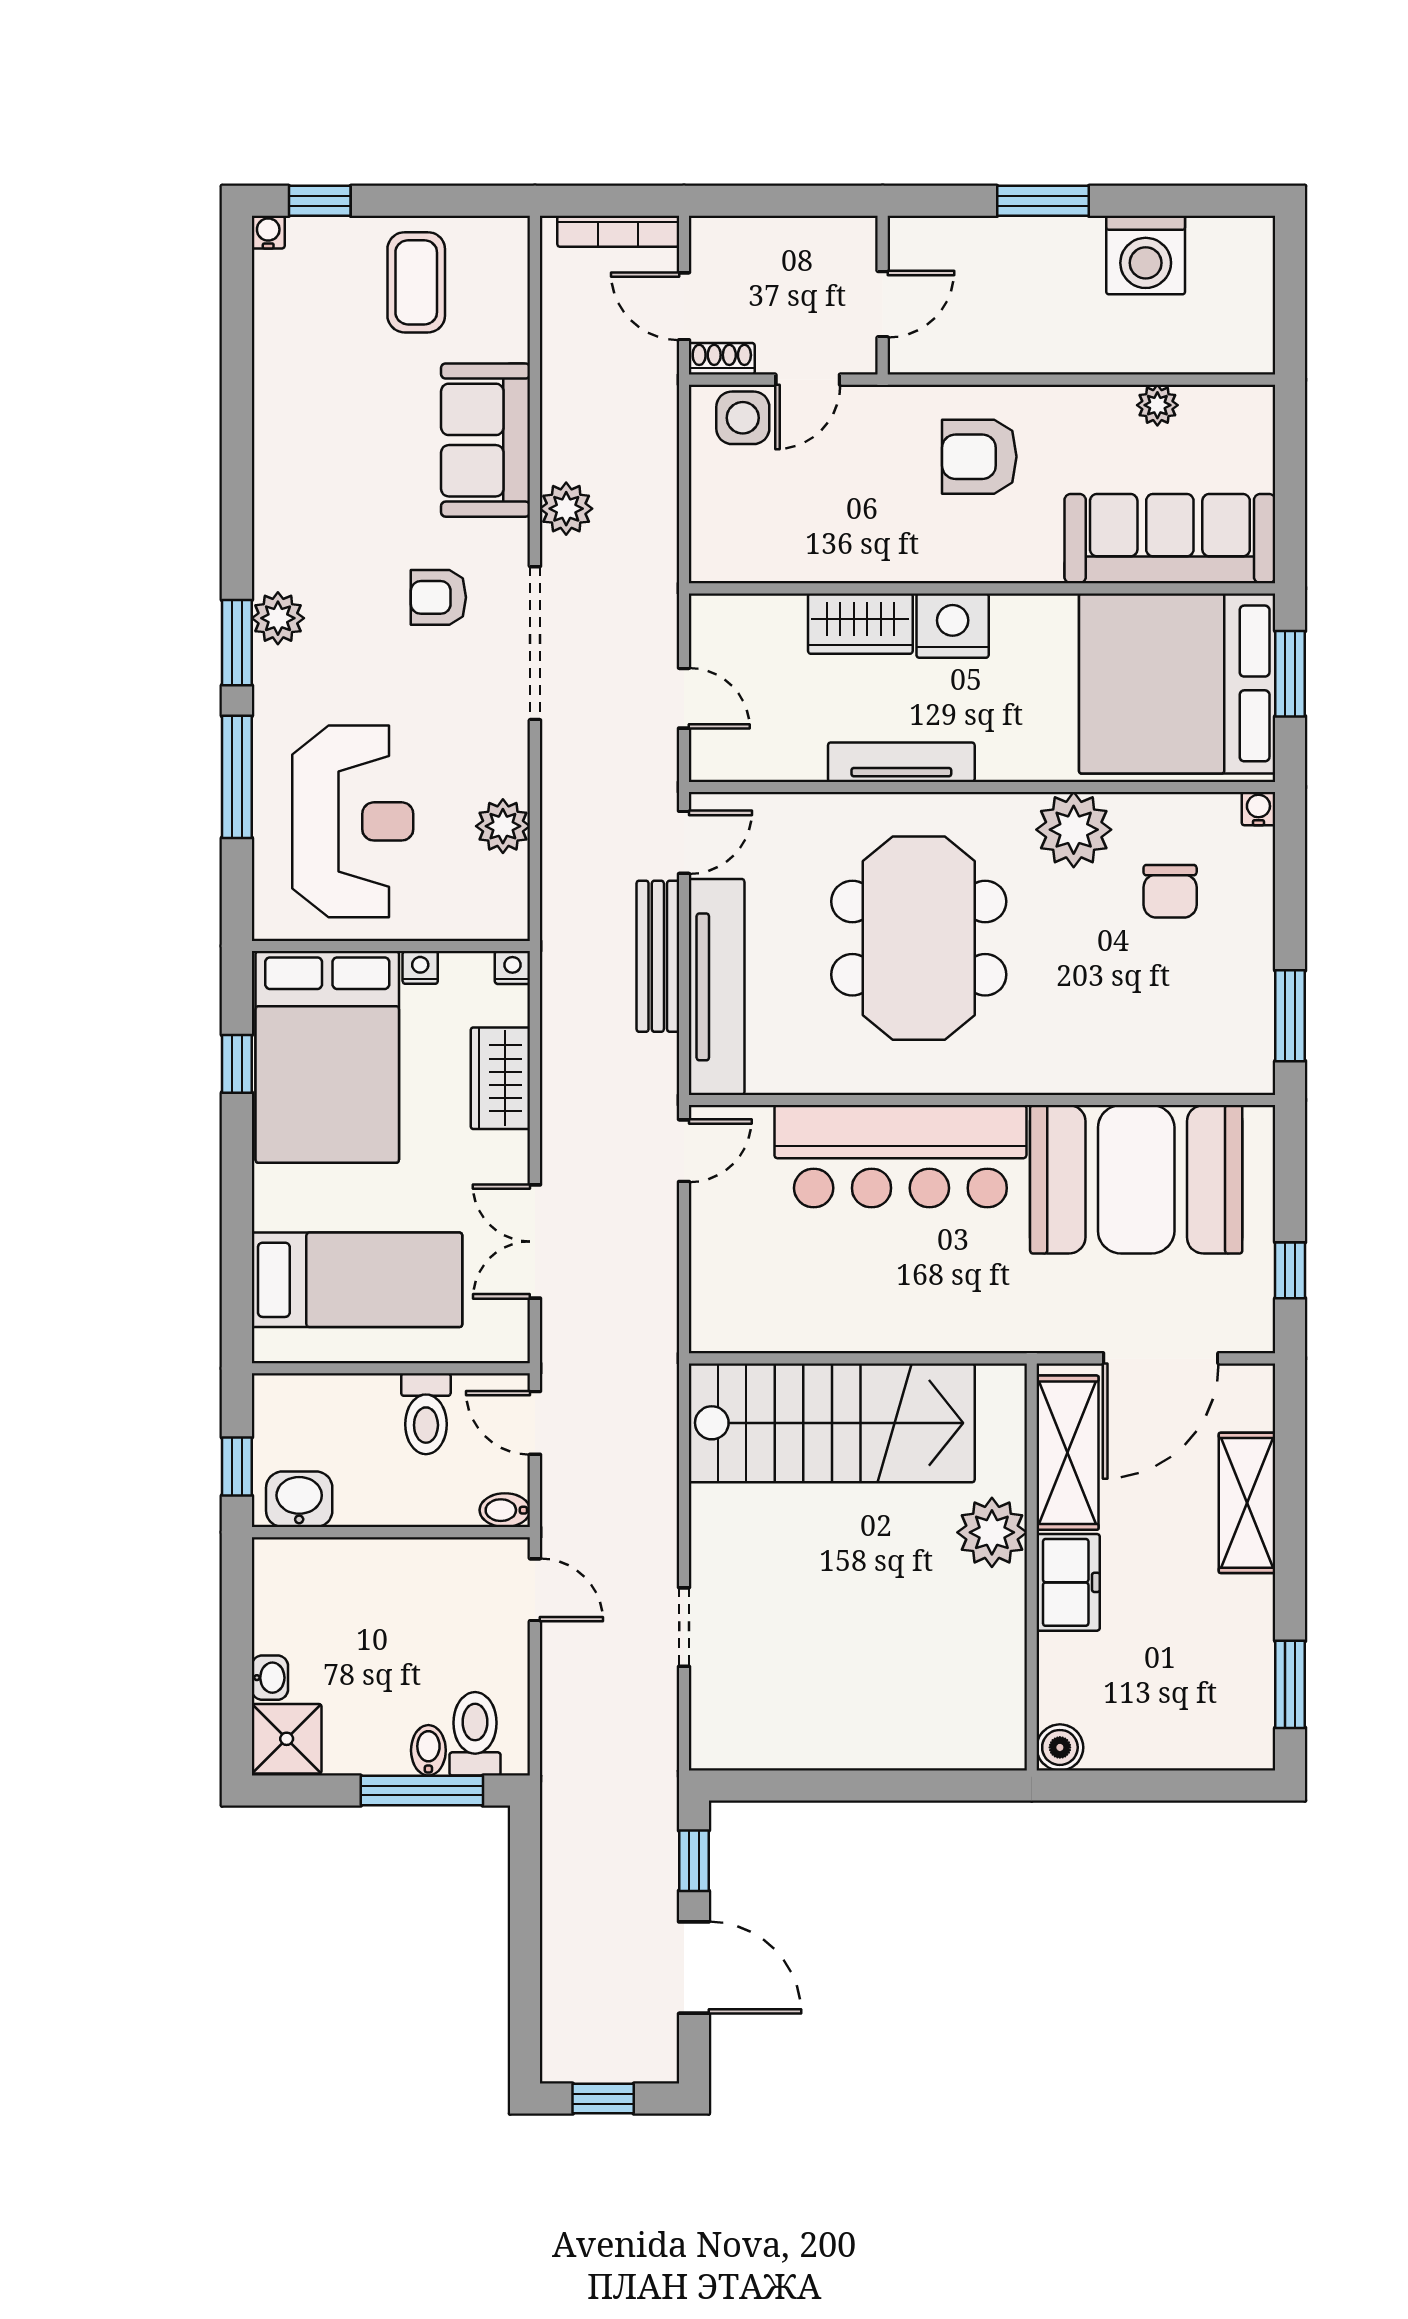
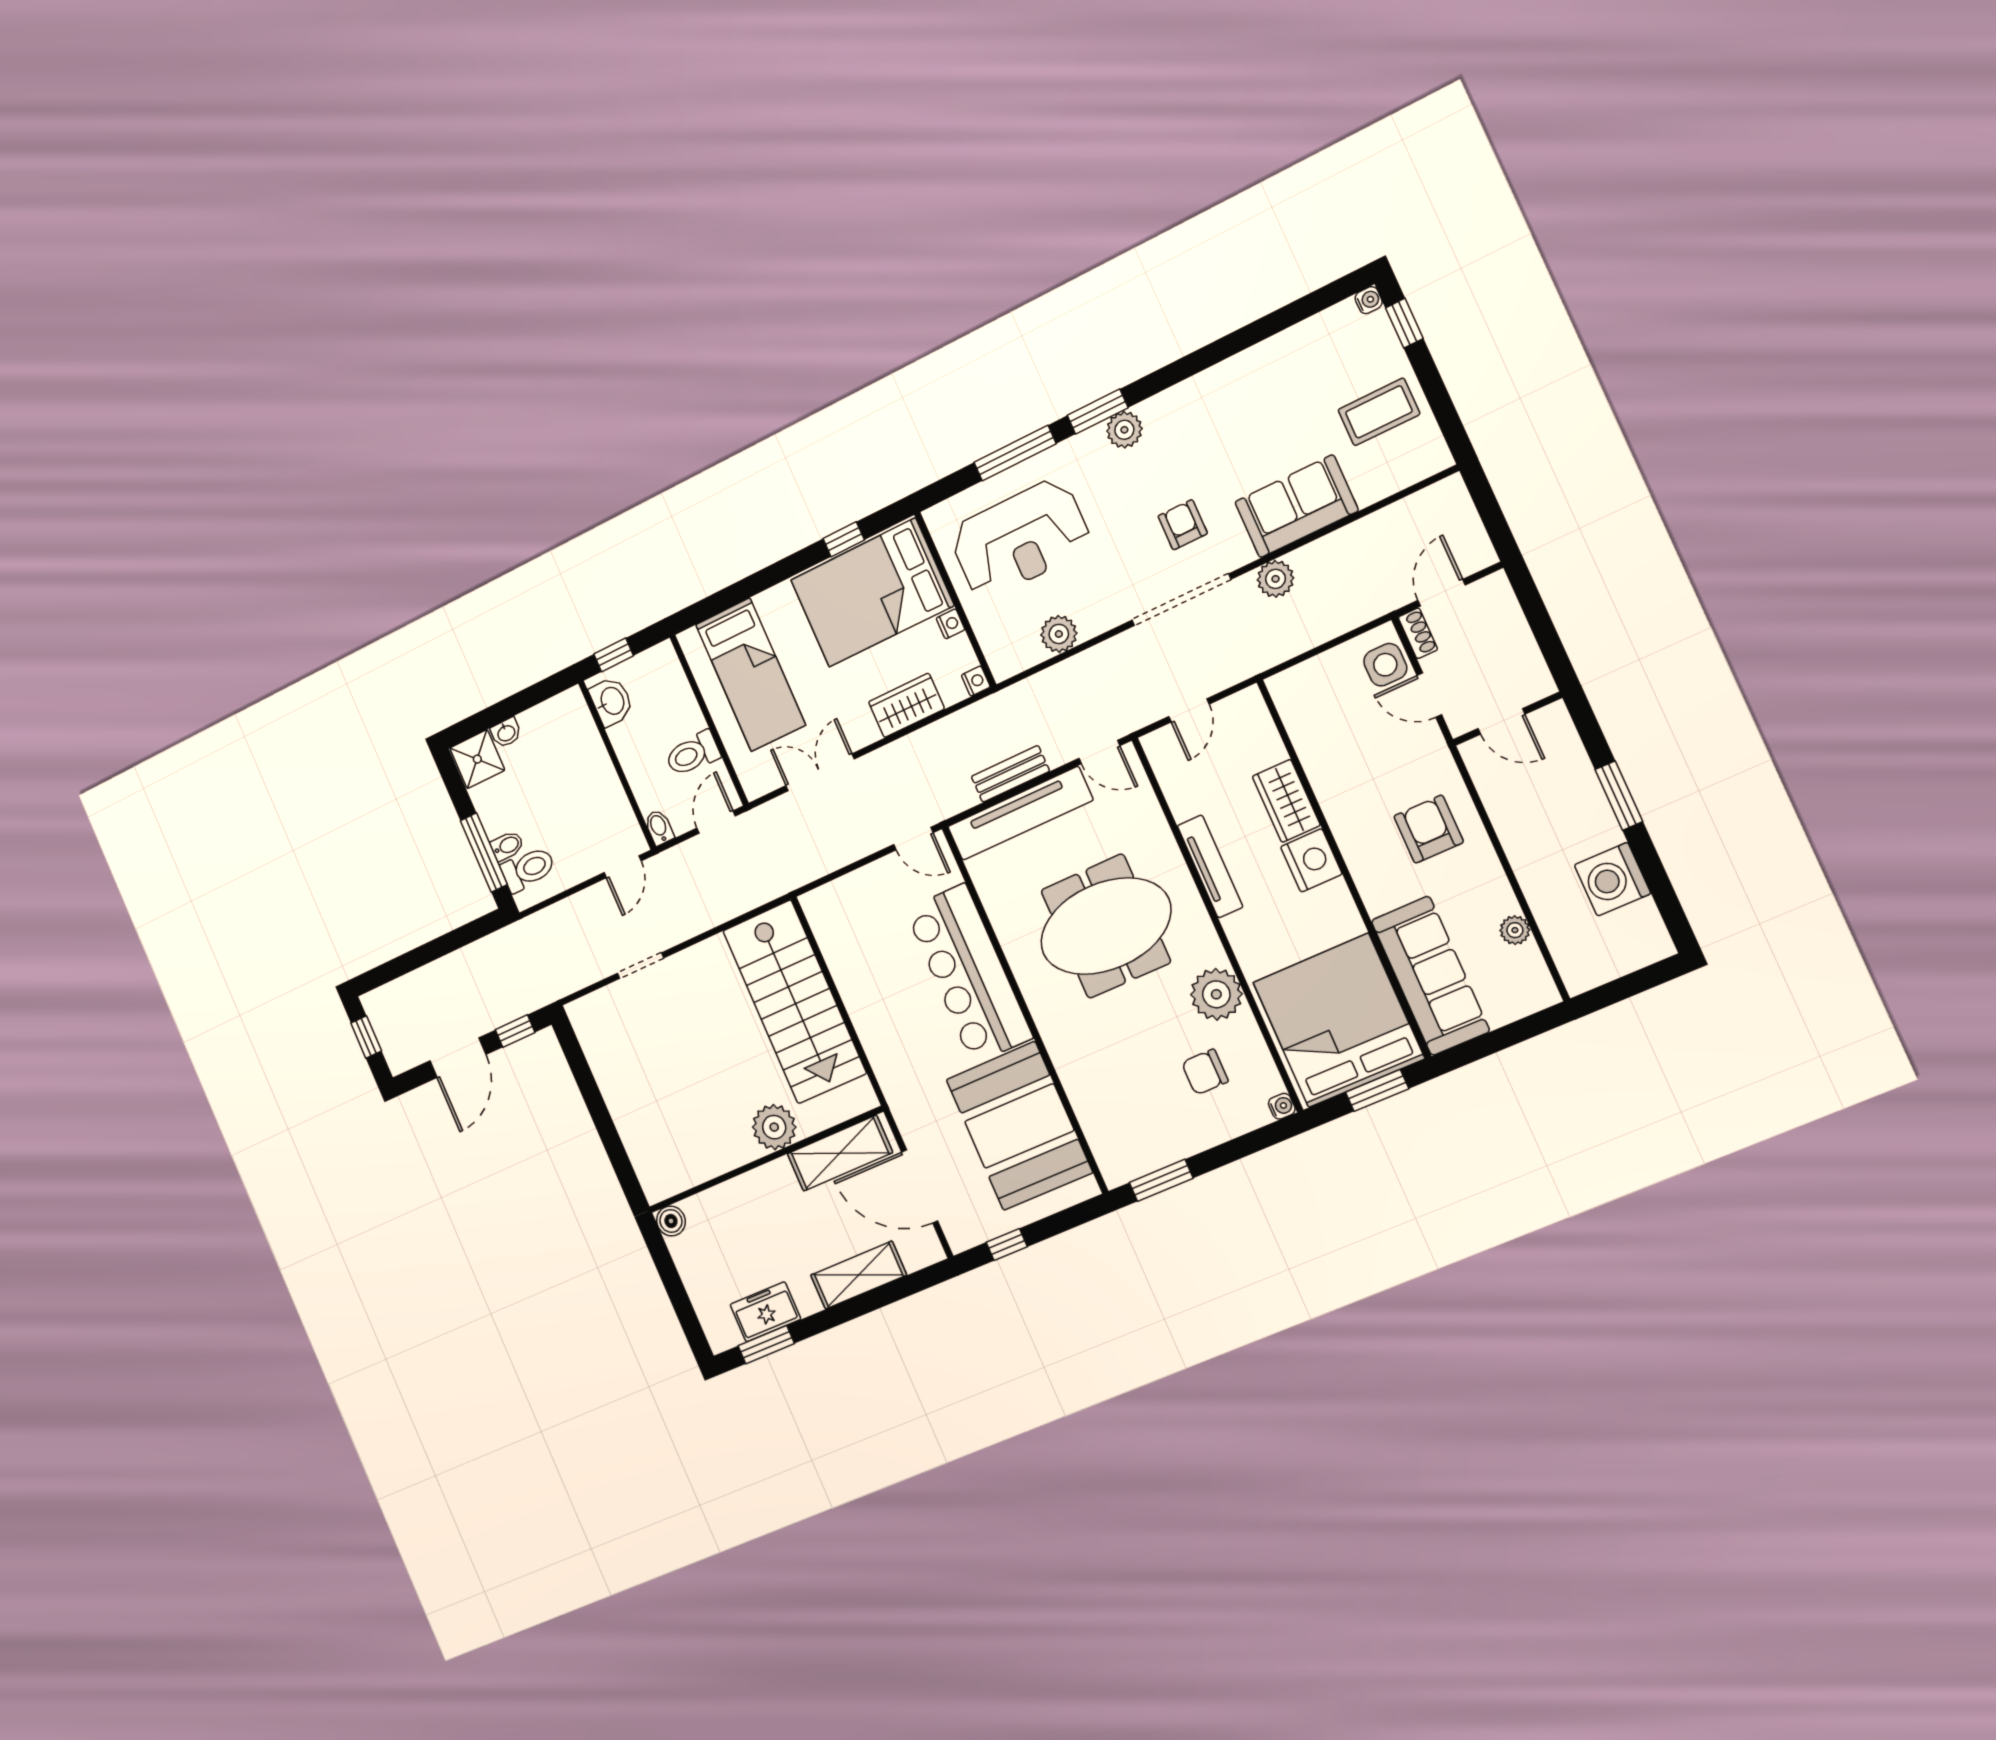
bookcase: (618, 231) -> (1472, 527), removed
bench: (658, 956) -> (1010, 774), width x0.73
freezer: (1068, 1582) -> (765, 1312), moved, turned 180

